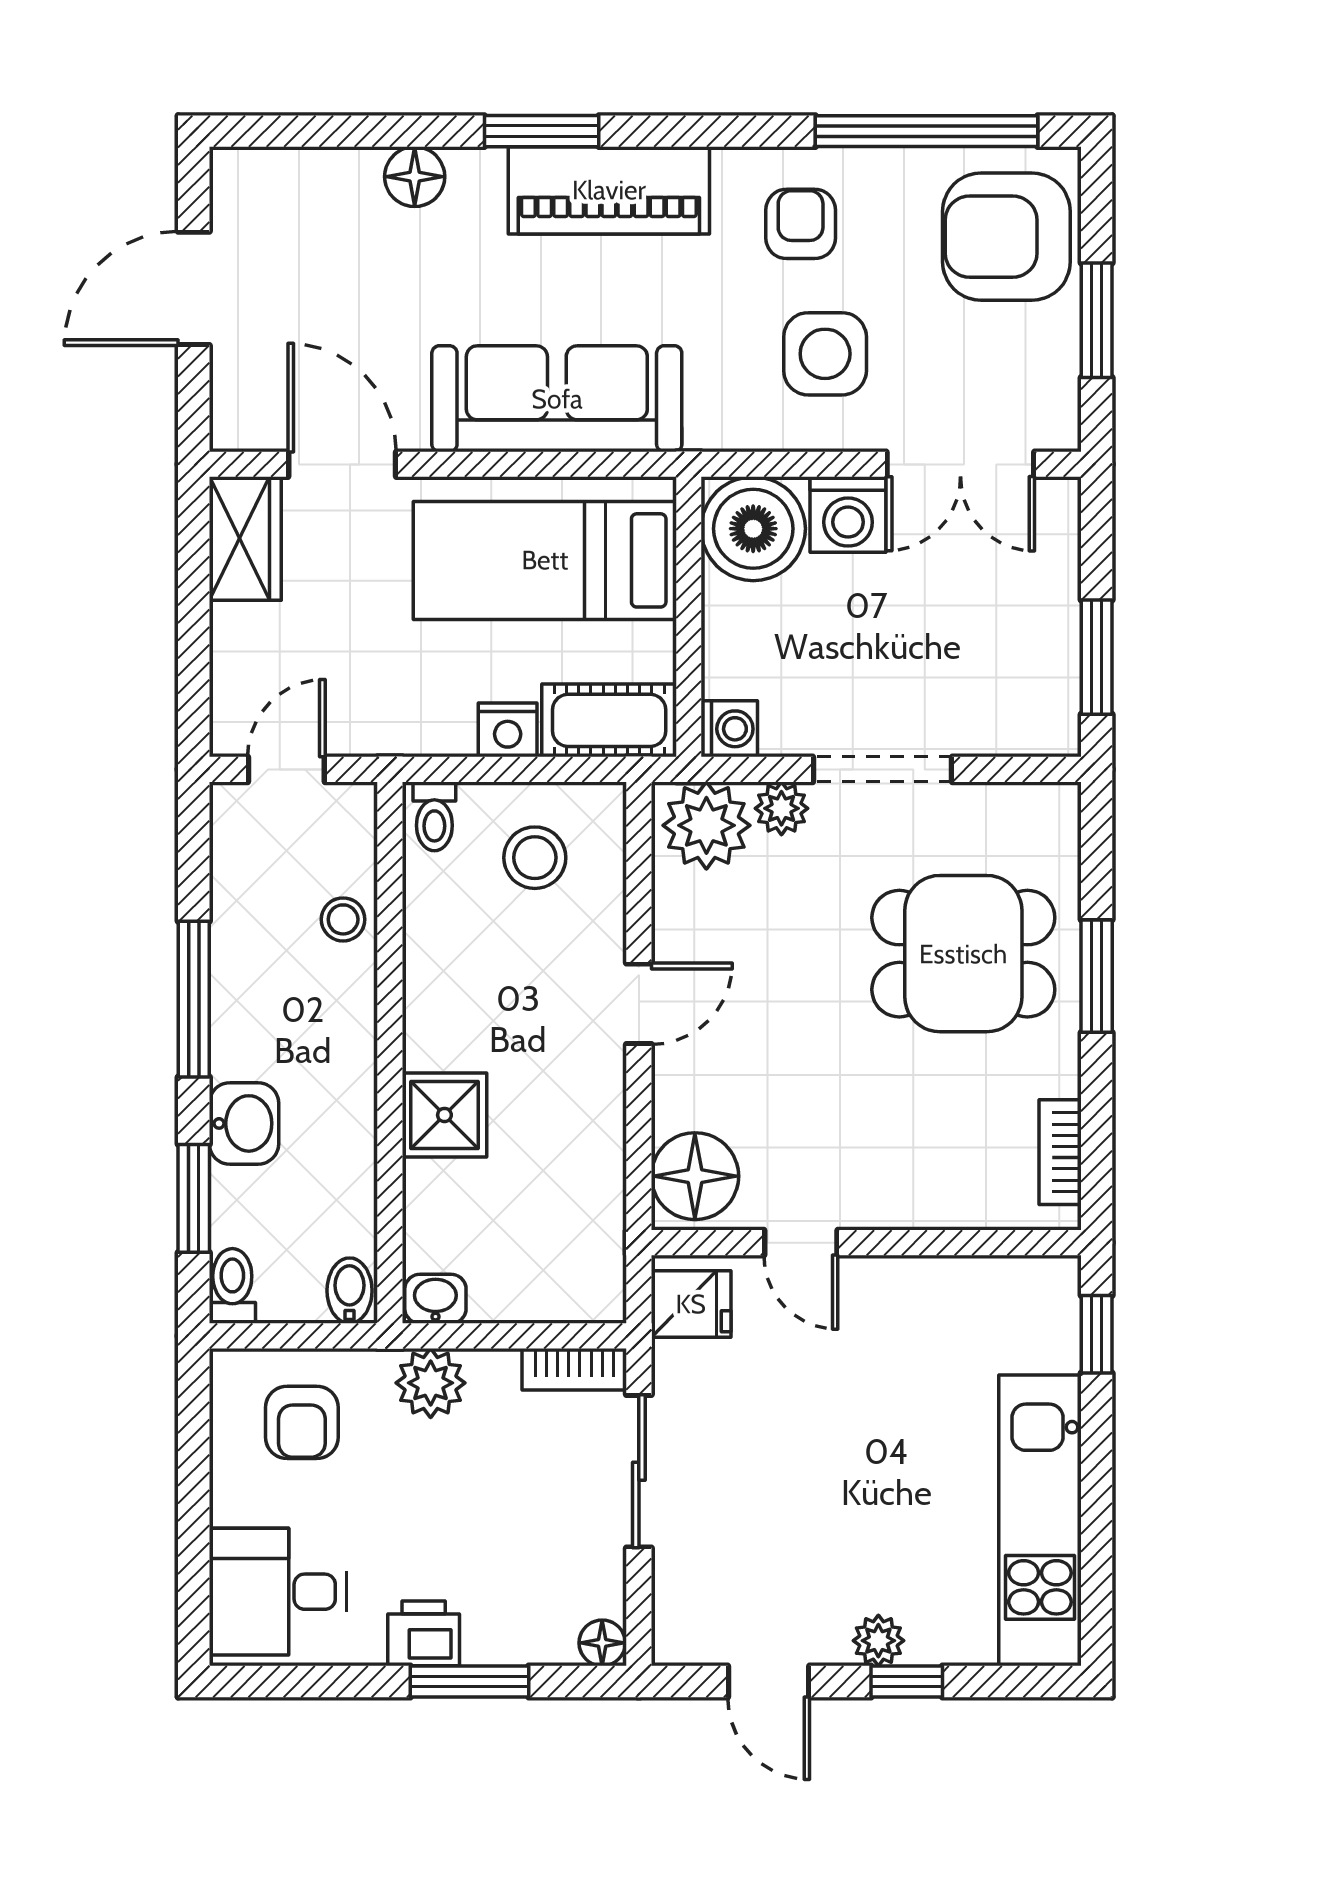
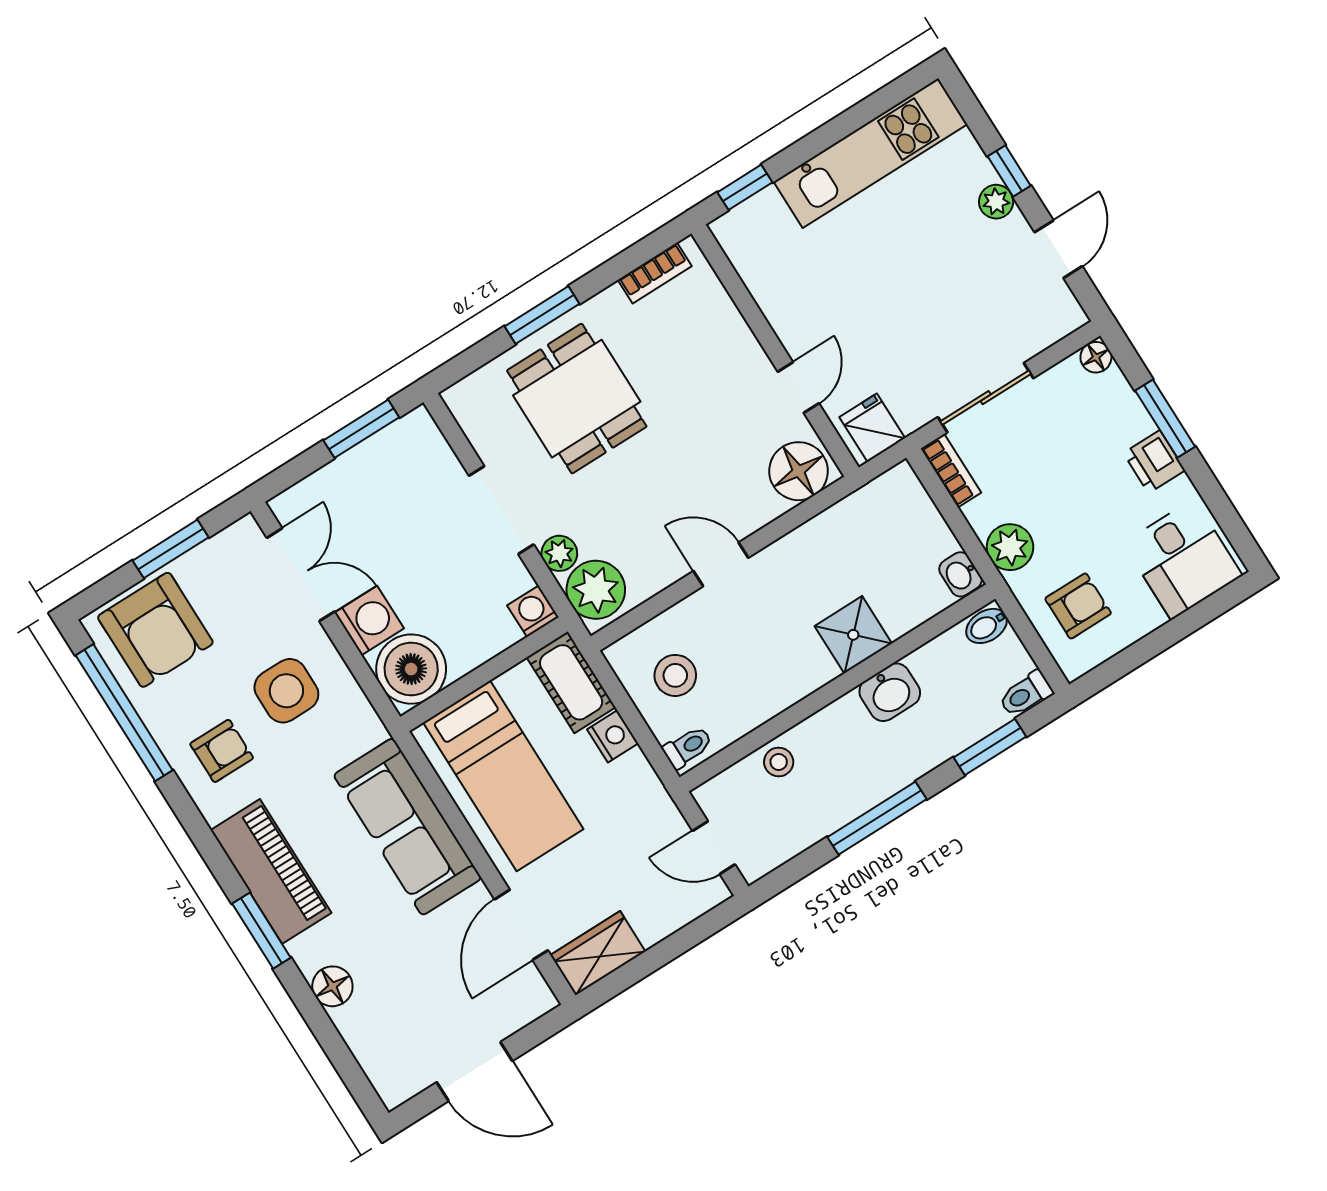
armchair: (801, 224) -> (222, 751), turned 180
washbasin: (244, 1123) -> (890, 692), moved, turned 180

